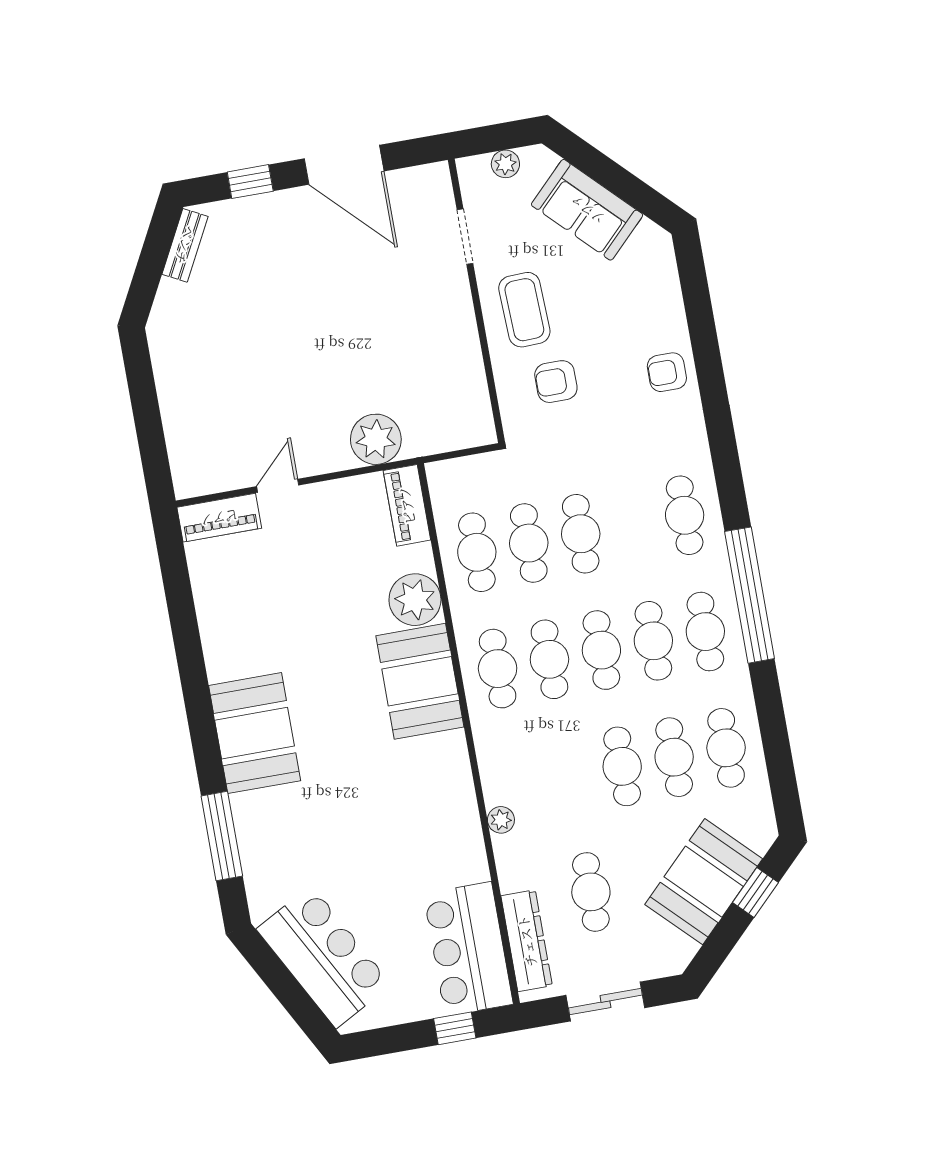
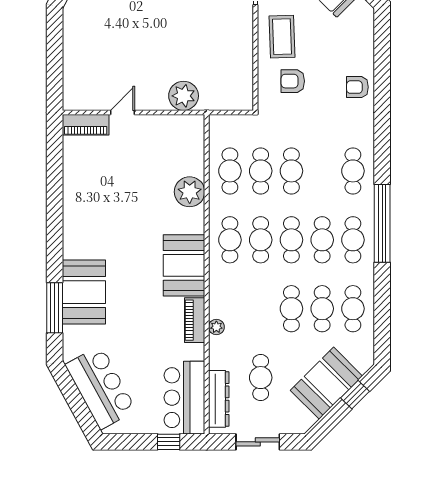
piano: (407, 505) -> (195, 320), moved
booth: (420, 681) -> (184, 265), moved
booth: (255, 733) -> (84, 292), moved

